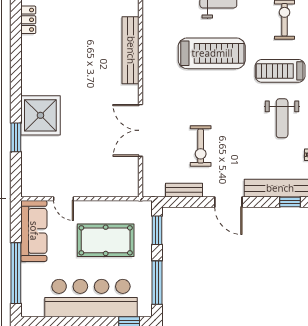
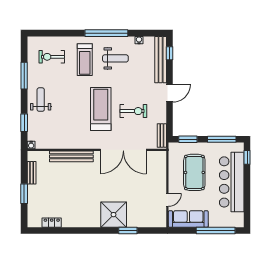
treadmill: (212, 53) -> (101, 109), moved
double door: (141, 130) -> (123, 150), width x1.36
bench: (184, 190) -> (162, 136), moved

